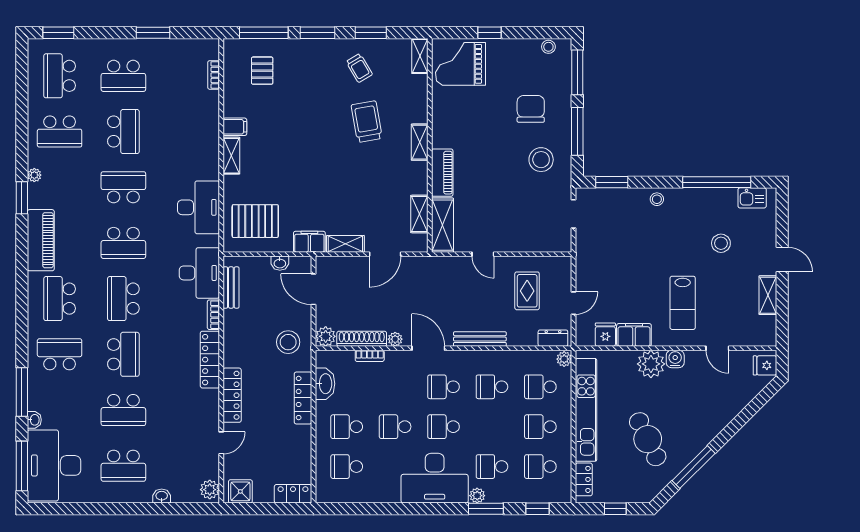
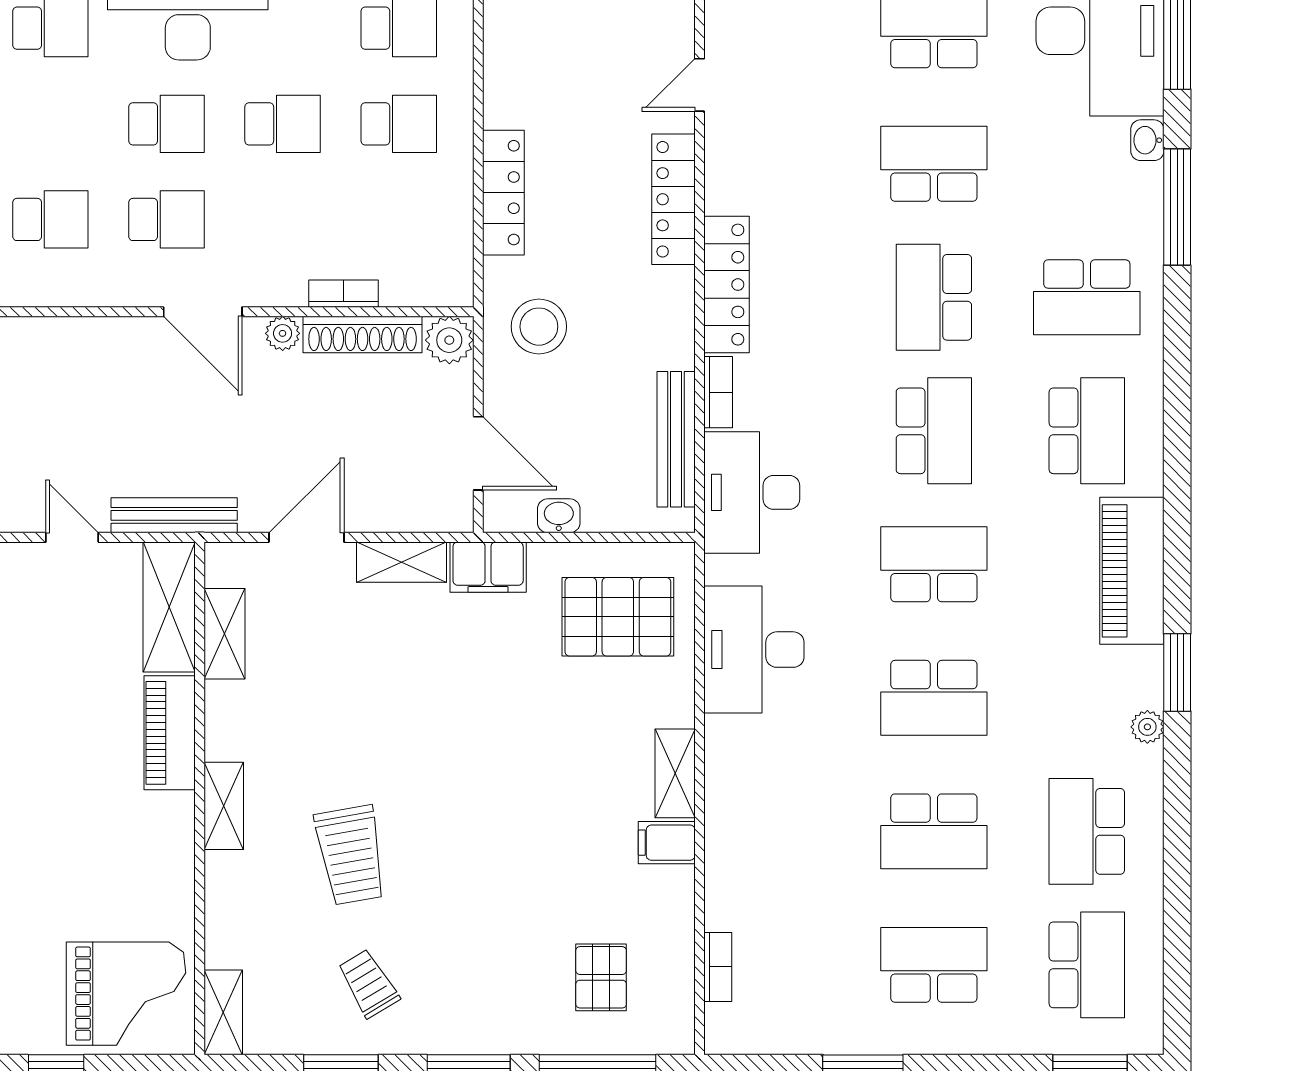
school desk: (60, 132) -> (1087, 831), turned -90
school desk: (123, 132) -> (934, 831), turned -90
bench: (231, 288) -> (676, 439), width x1.36
bench: (480, 339) -> (174, 515), moved
washbasin: (325, 384) -> (451, 227), removed

